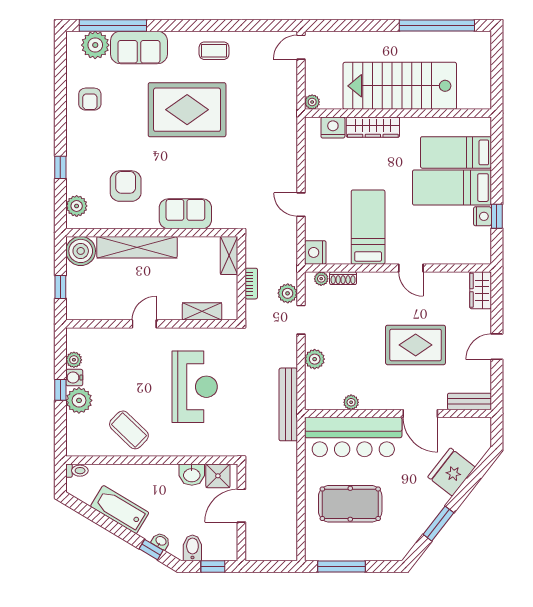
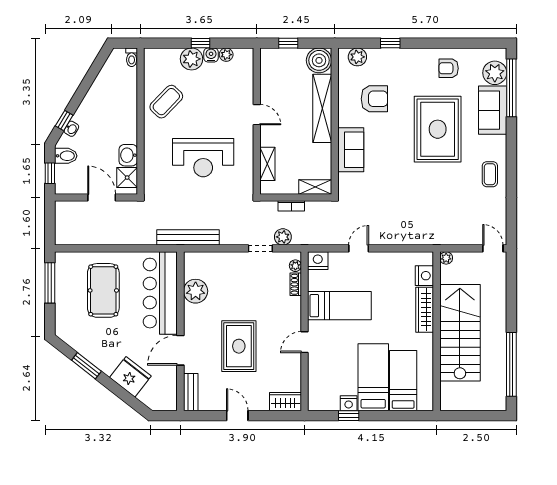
rug: (187, 110) -> (438, 129), moved
plant: (315, 359) -> (227, 260), removed
plant: (351, 402) -> (196, 291), width x1.88, depth x1.88
bathtub: (120, 510) -> (98, 94), removed

